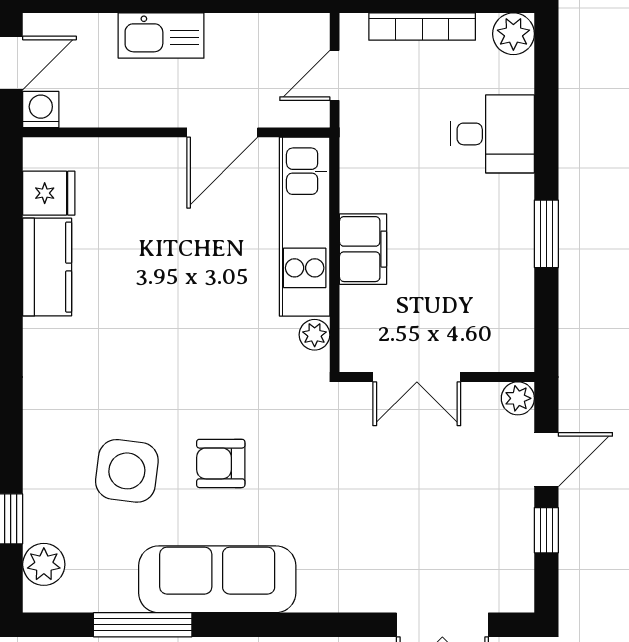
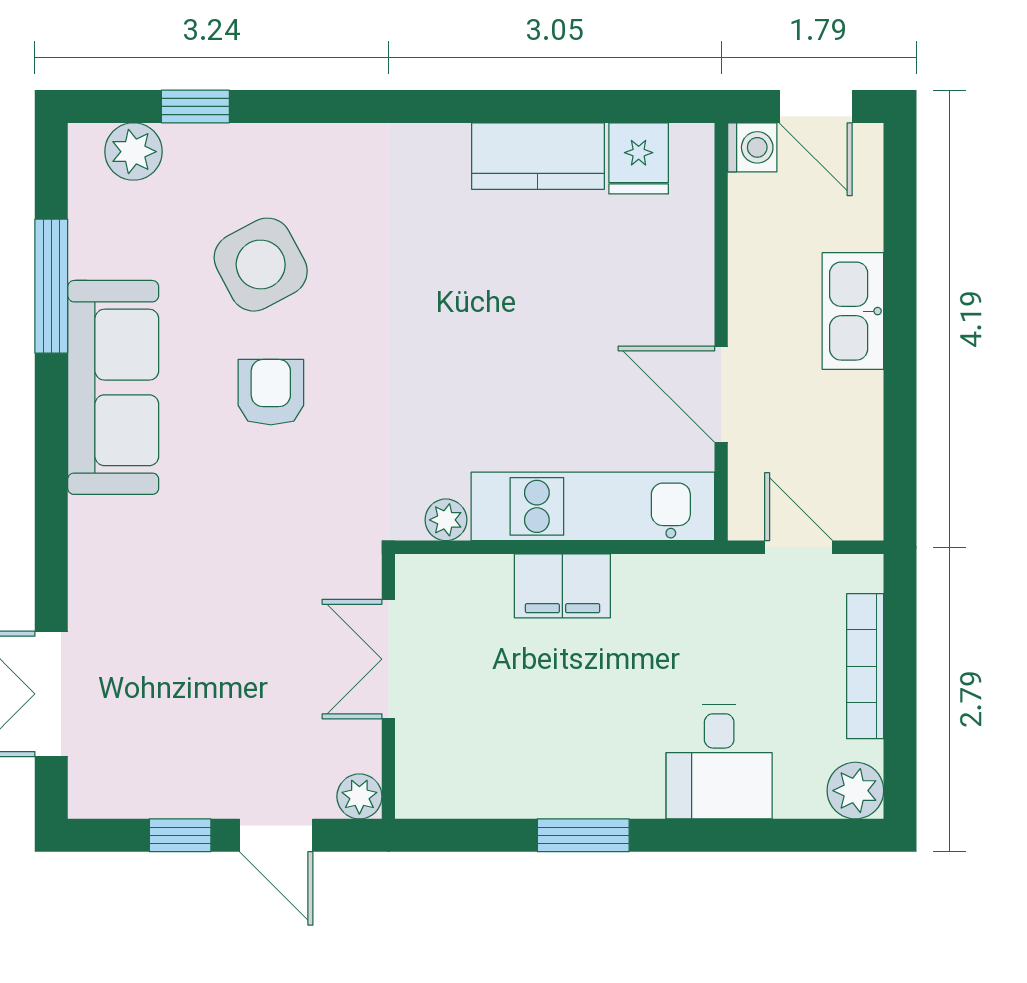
side table: (127, 471) -> (261, 265), turned -35

